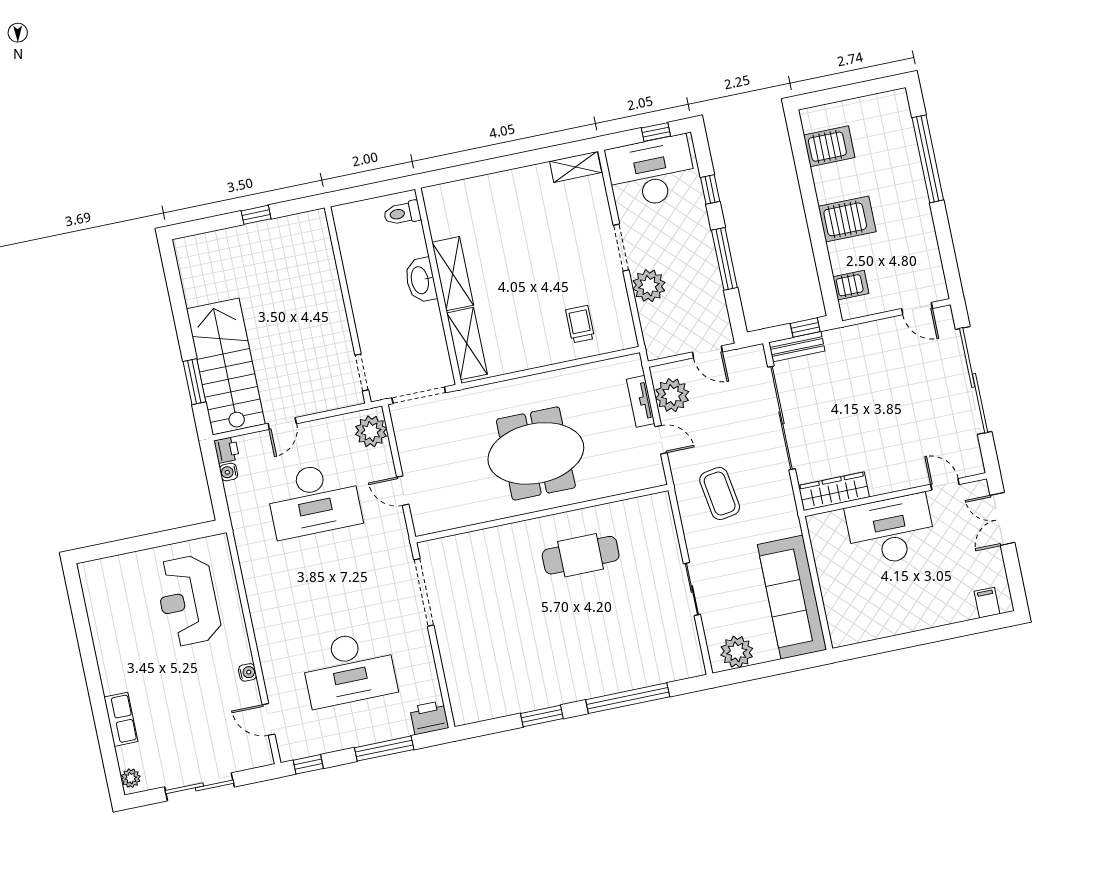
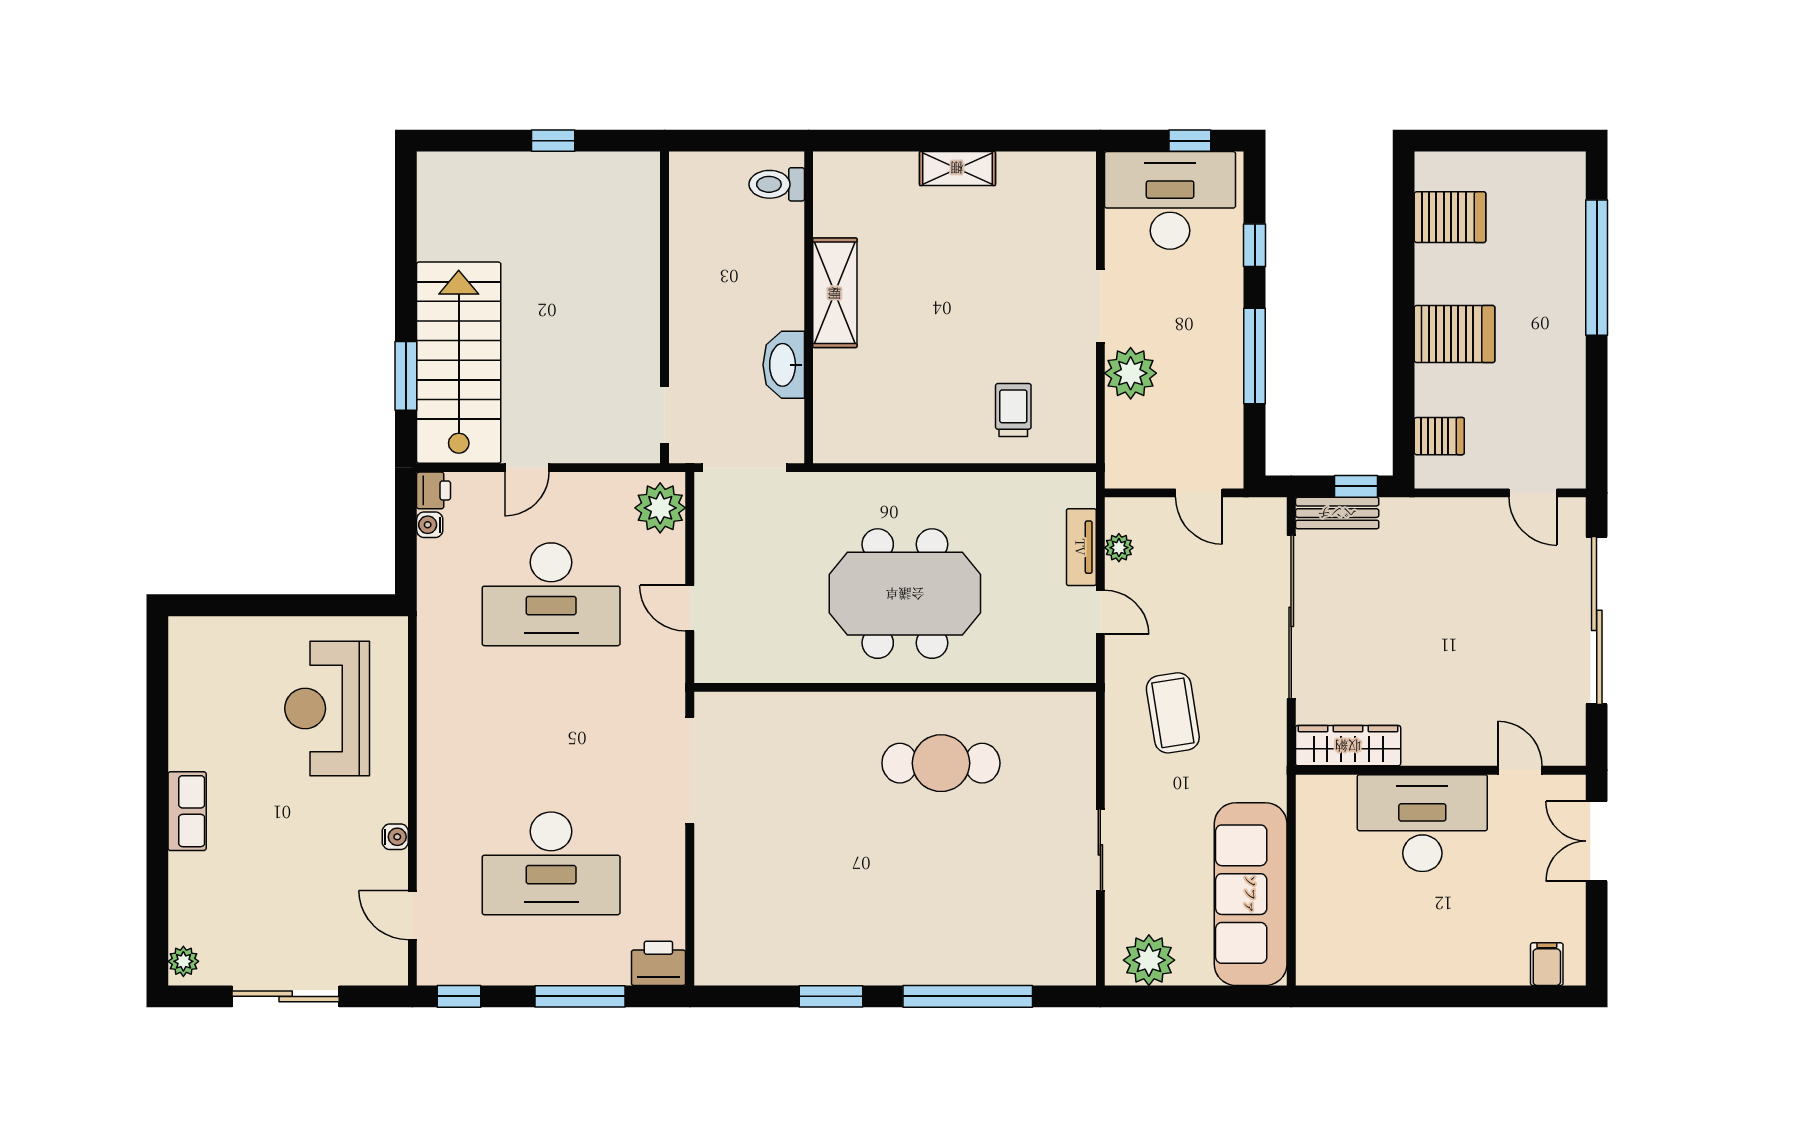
shelving: (576, 167) -> (957, 168), moved
washbasin: (421, 280) -> (784, 365), moved
shelving: (467, 344) -> (834, 404), removed
plant: (672, 395) -> (1119, 548), width x0.53, depth x0.53
row of seats: (121, 719) -> (187, 811), moved

